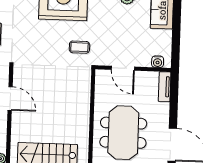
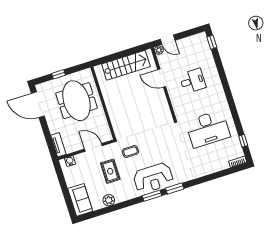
rug: (113, 32) -> (110, 171), added
door: (10, 98) -> (162, 78), moved

